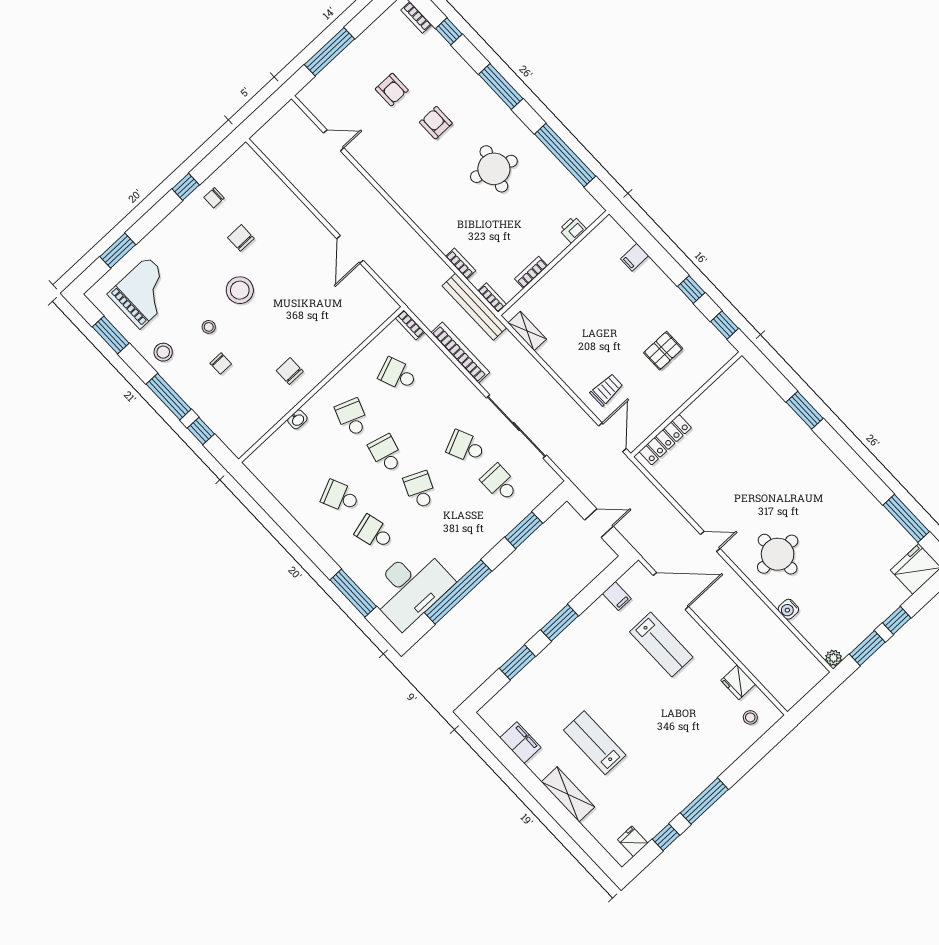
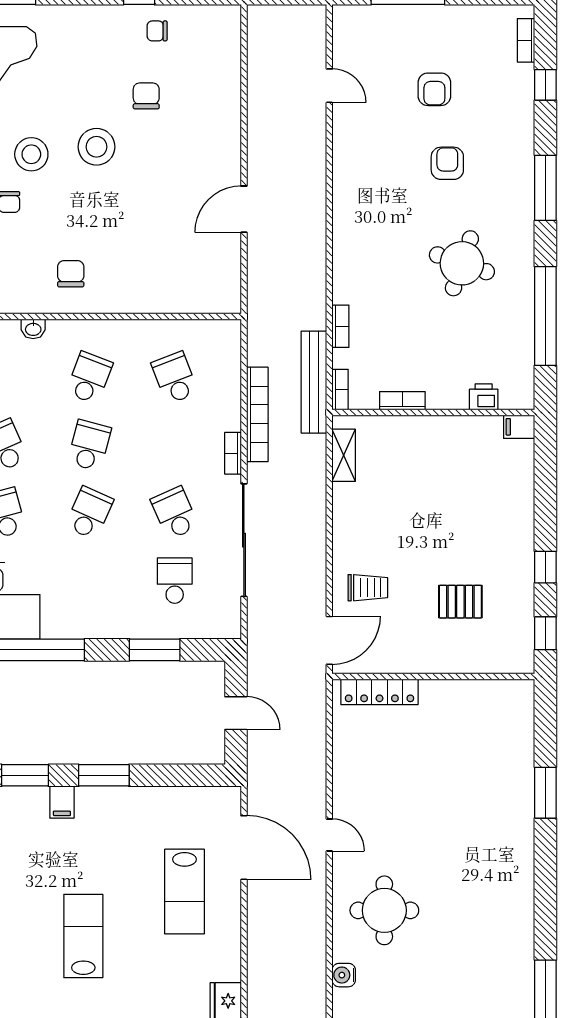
filing cabinet: (634, 257) -> (519, 427), moved
bookcase: (410, 325) -> (233, 453), moved
stool: (209, 327) -> (31, 154), width x1.89, depth x1.89
filing cabinet: (617, 596) -> (62, 802), moved
lab bench: (595, 743) -> (83, 936), moved

